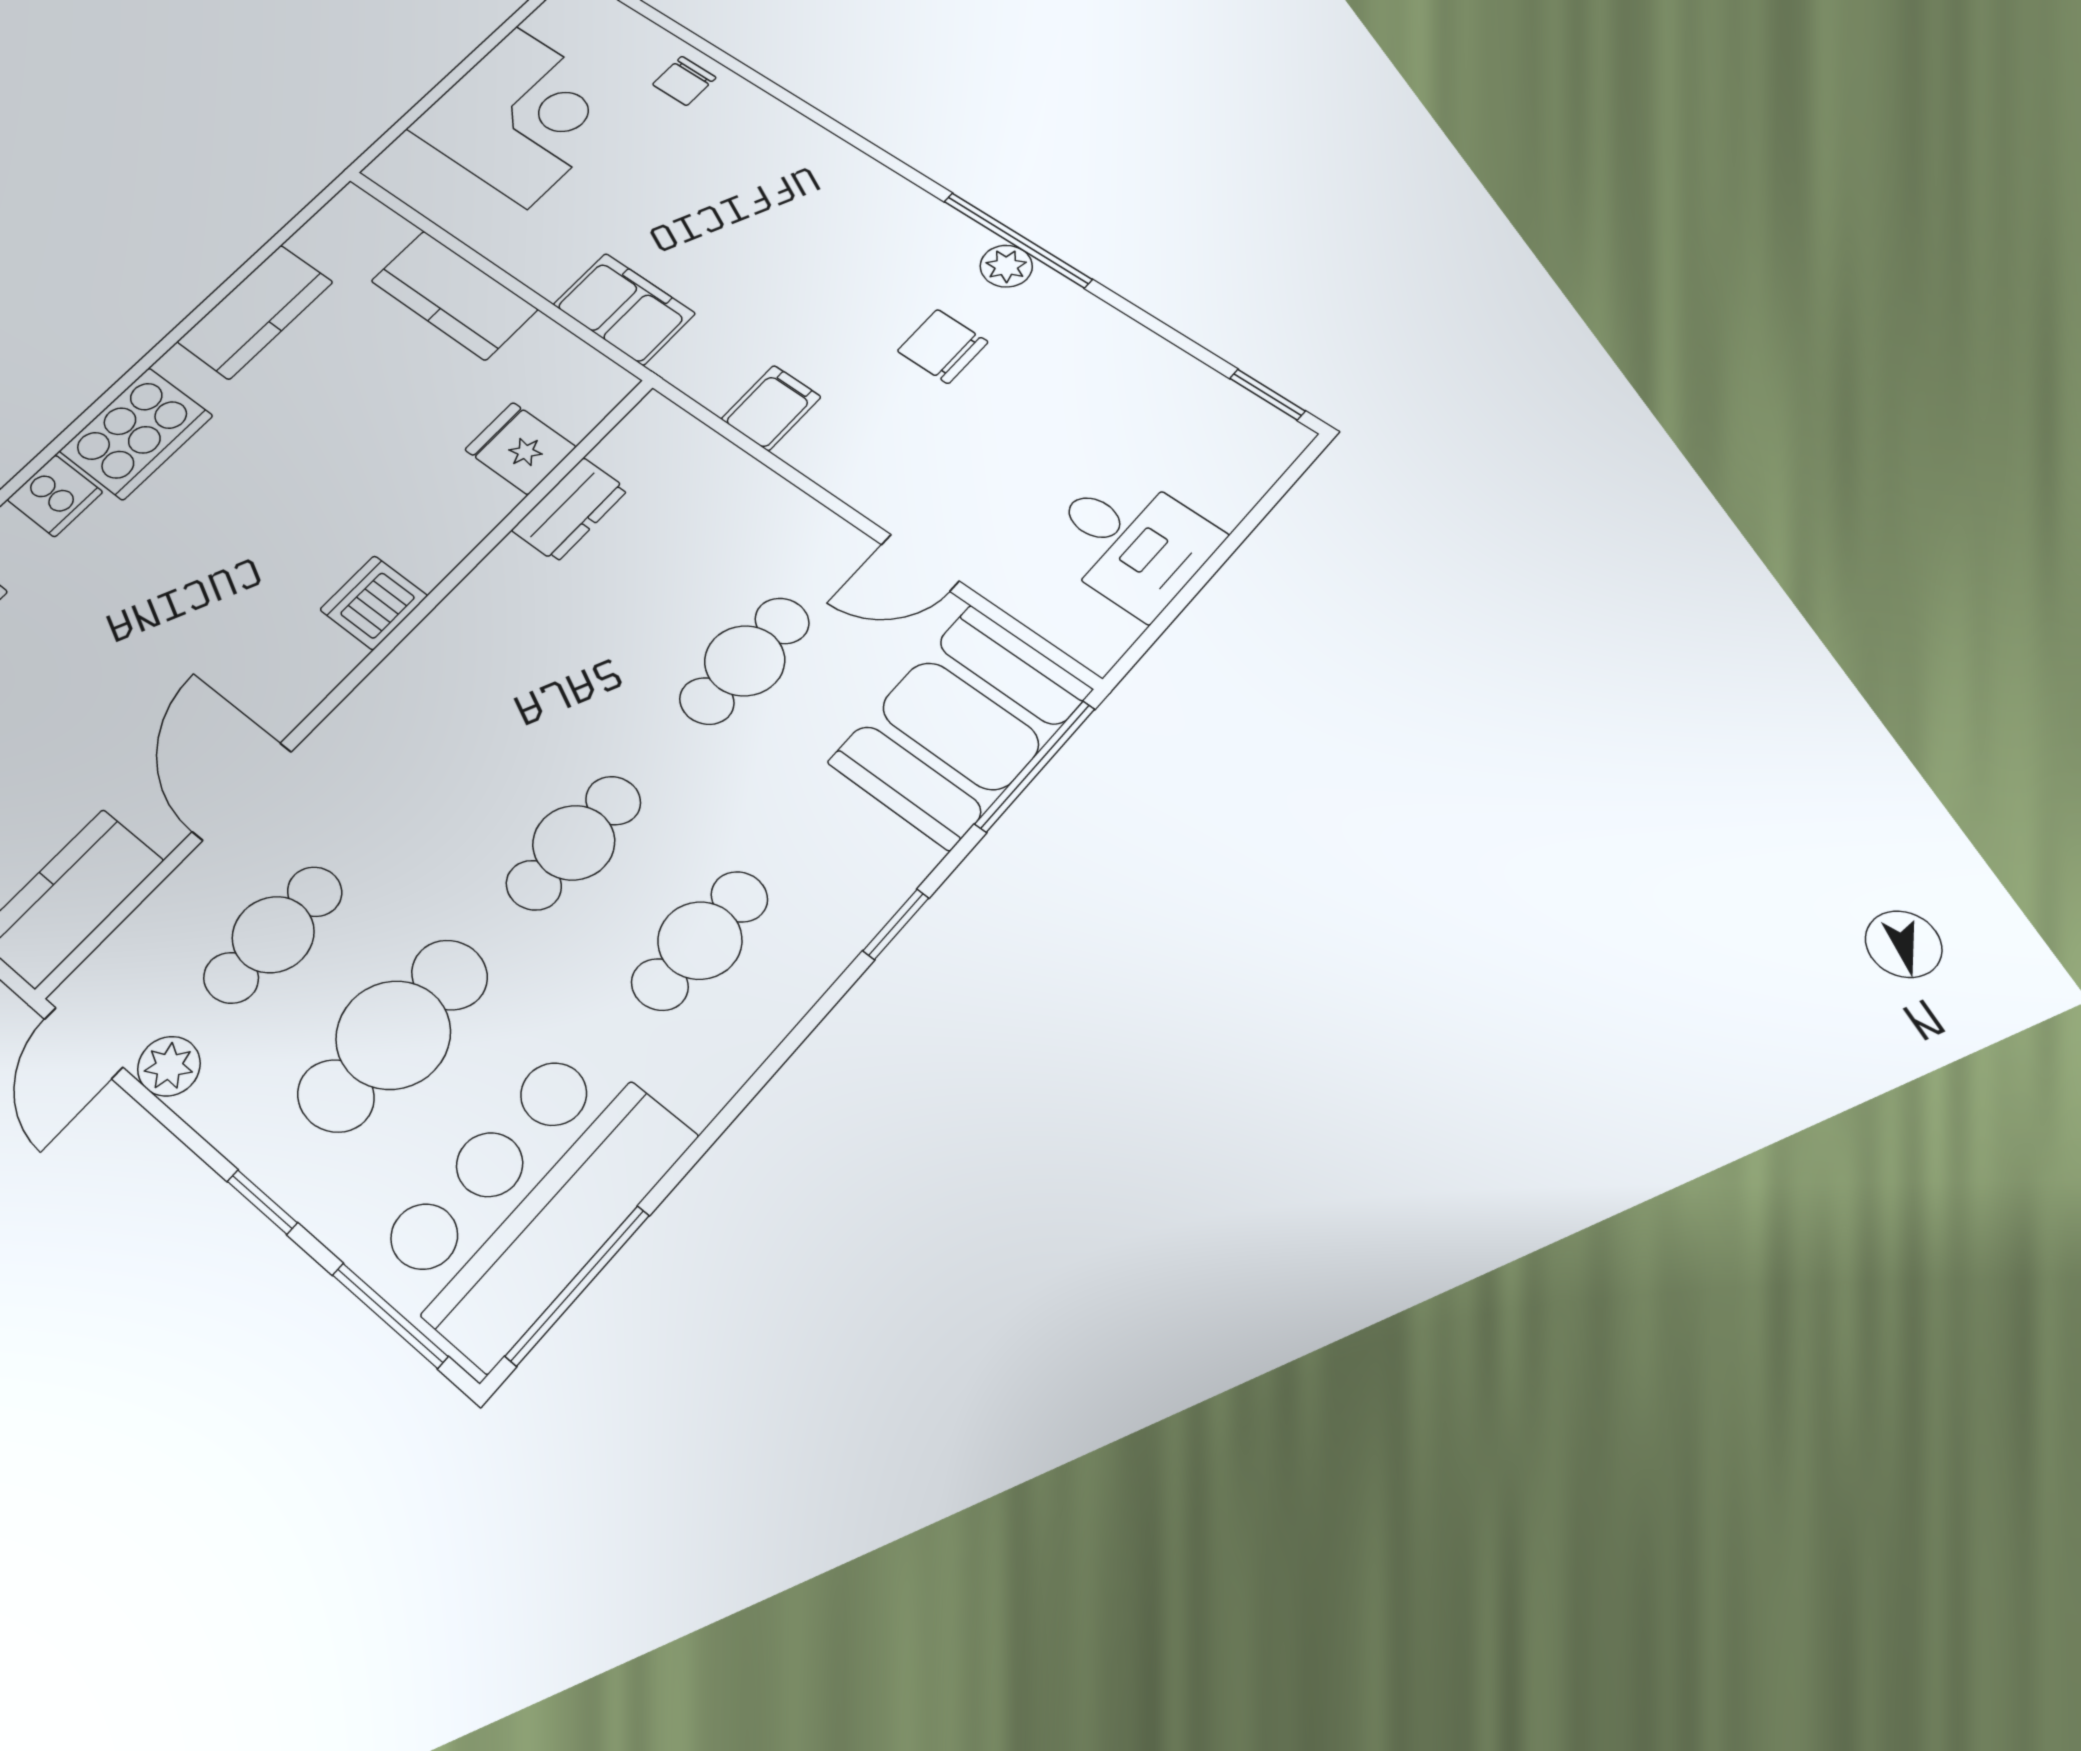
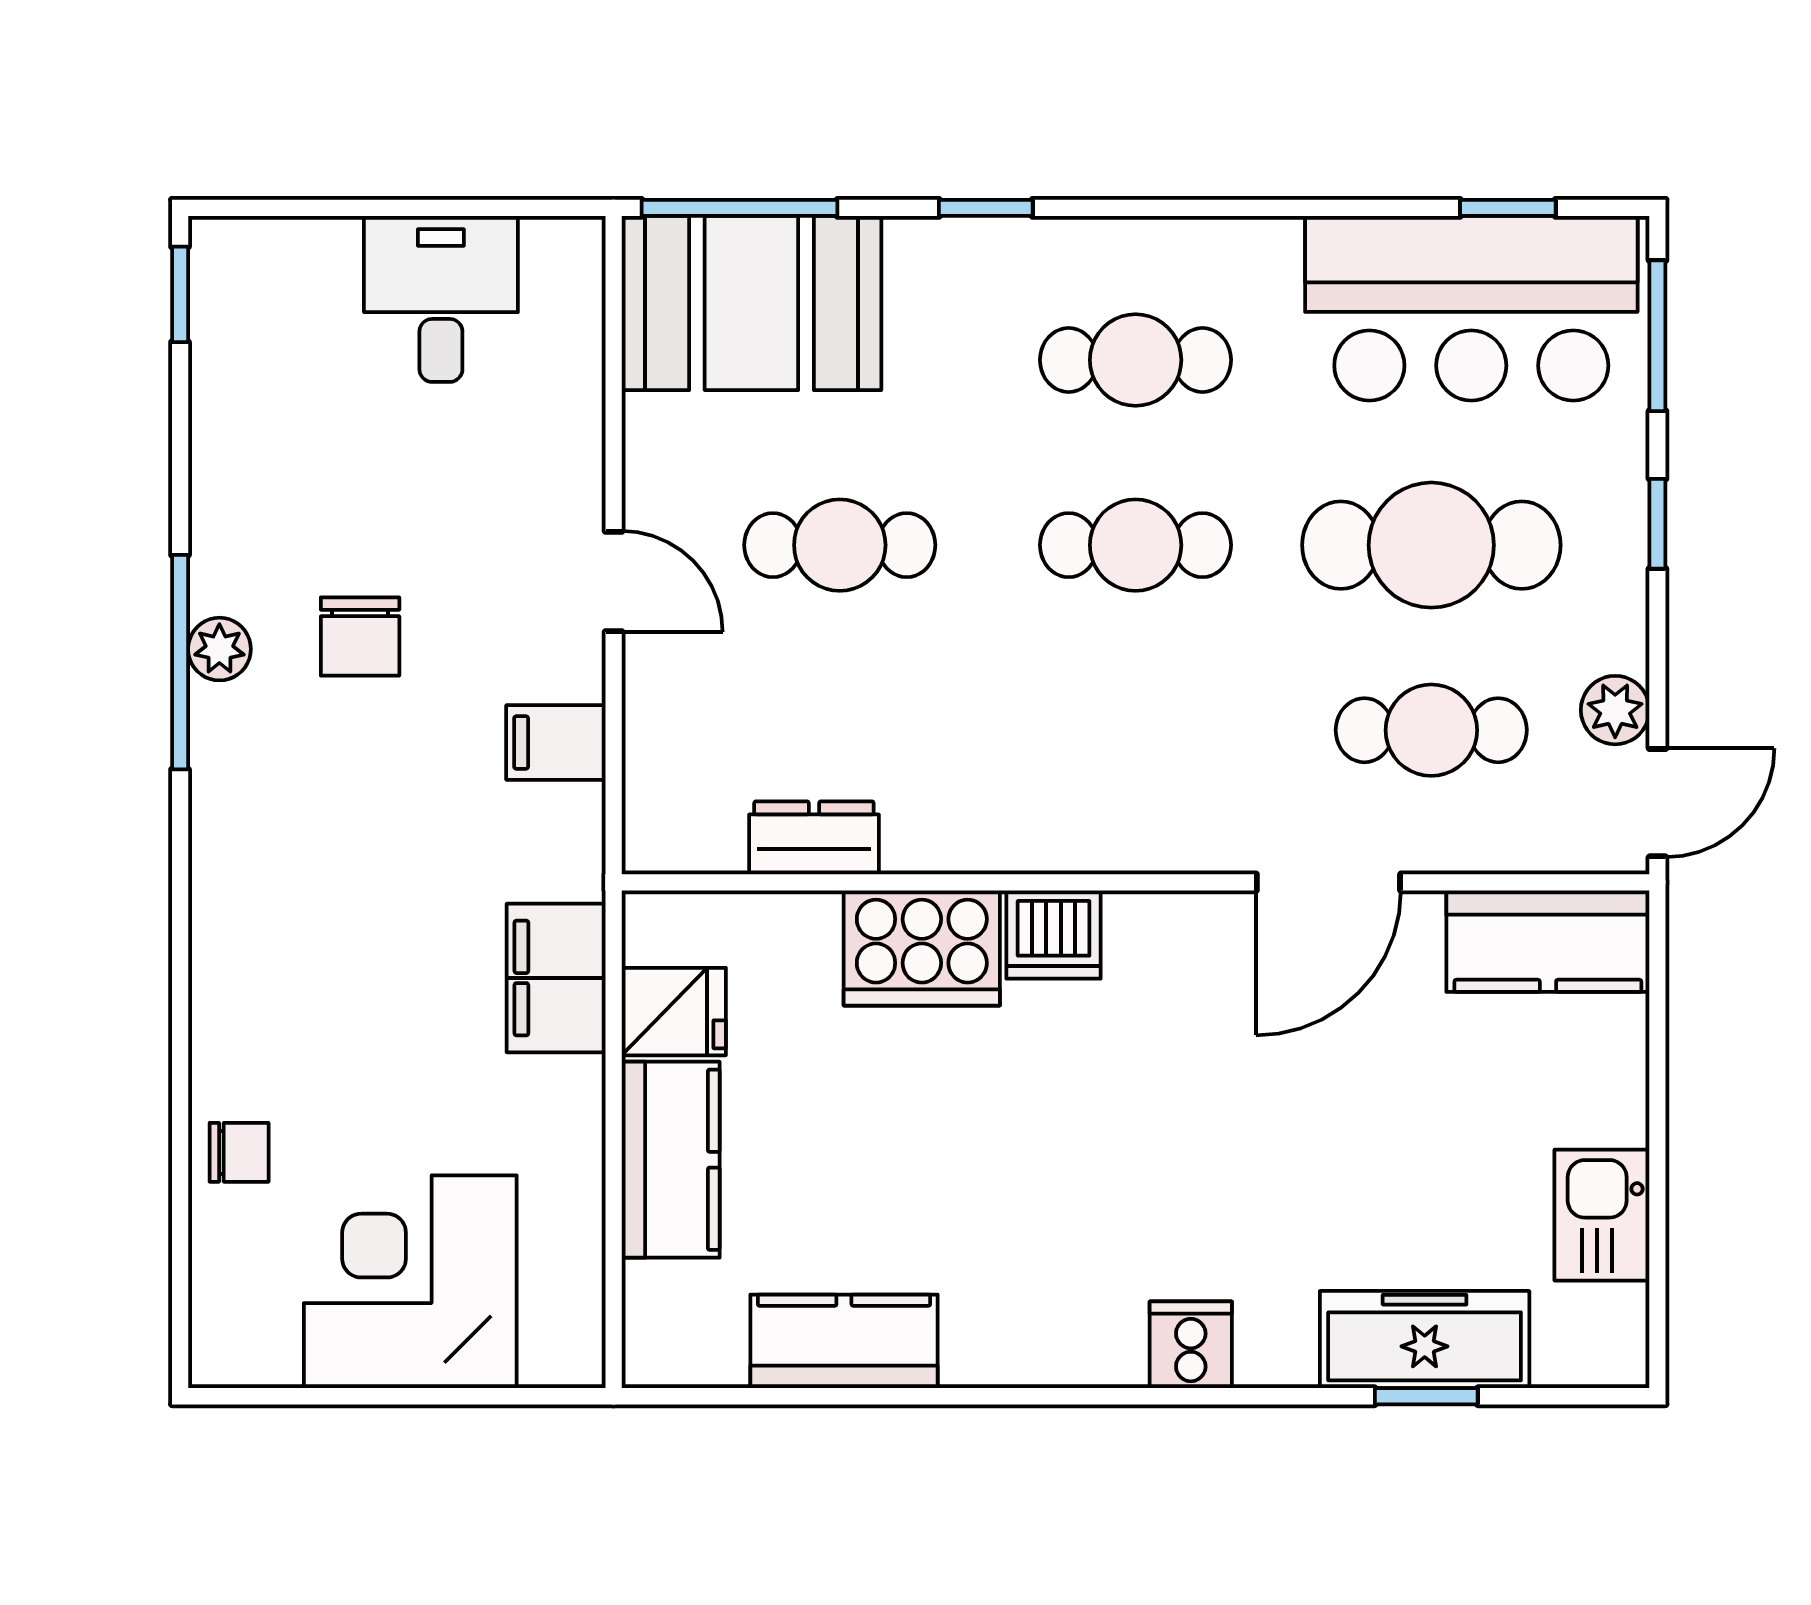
cooker: (136, 433) -> (922, 948), moved, turned 180
fridge: (520, 448) -> (674, 1012), moved, turned -90
door: (920, 563) -> (614, 582), moved
window: (578, 1285) -> (1508, 208), width x0.46

